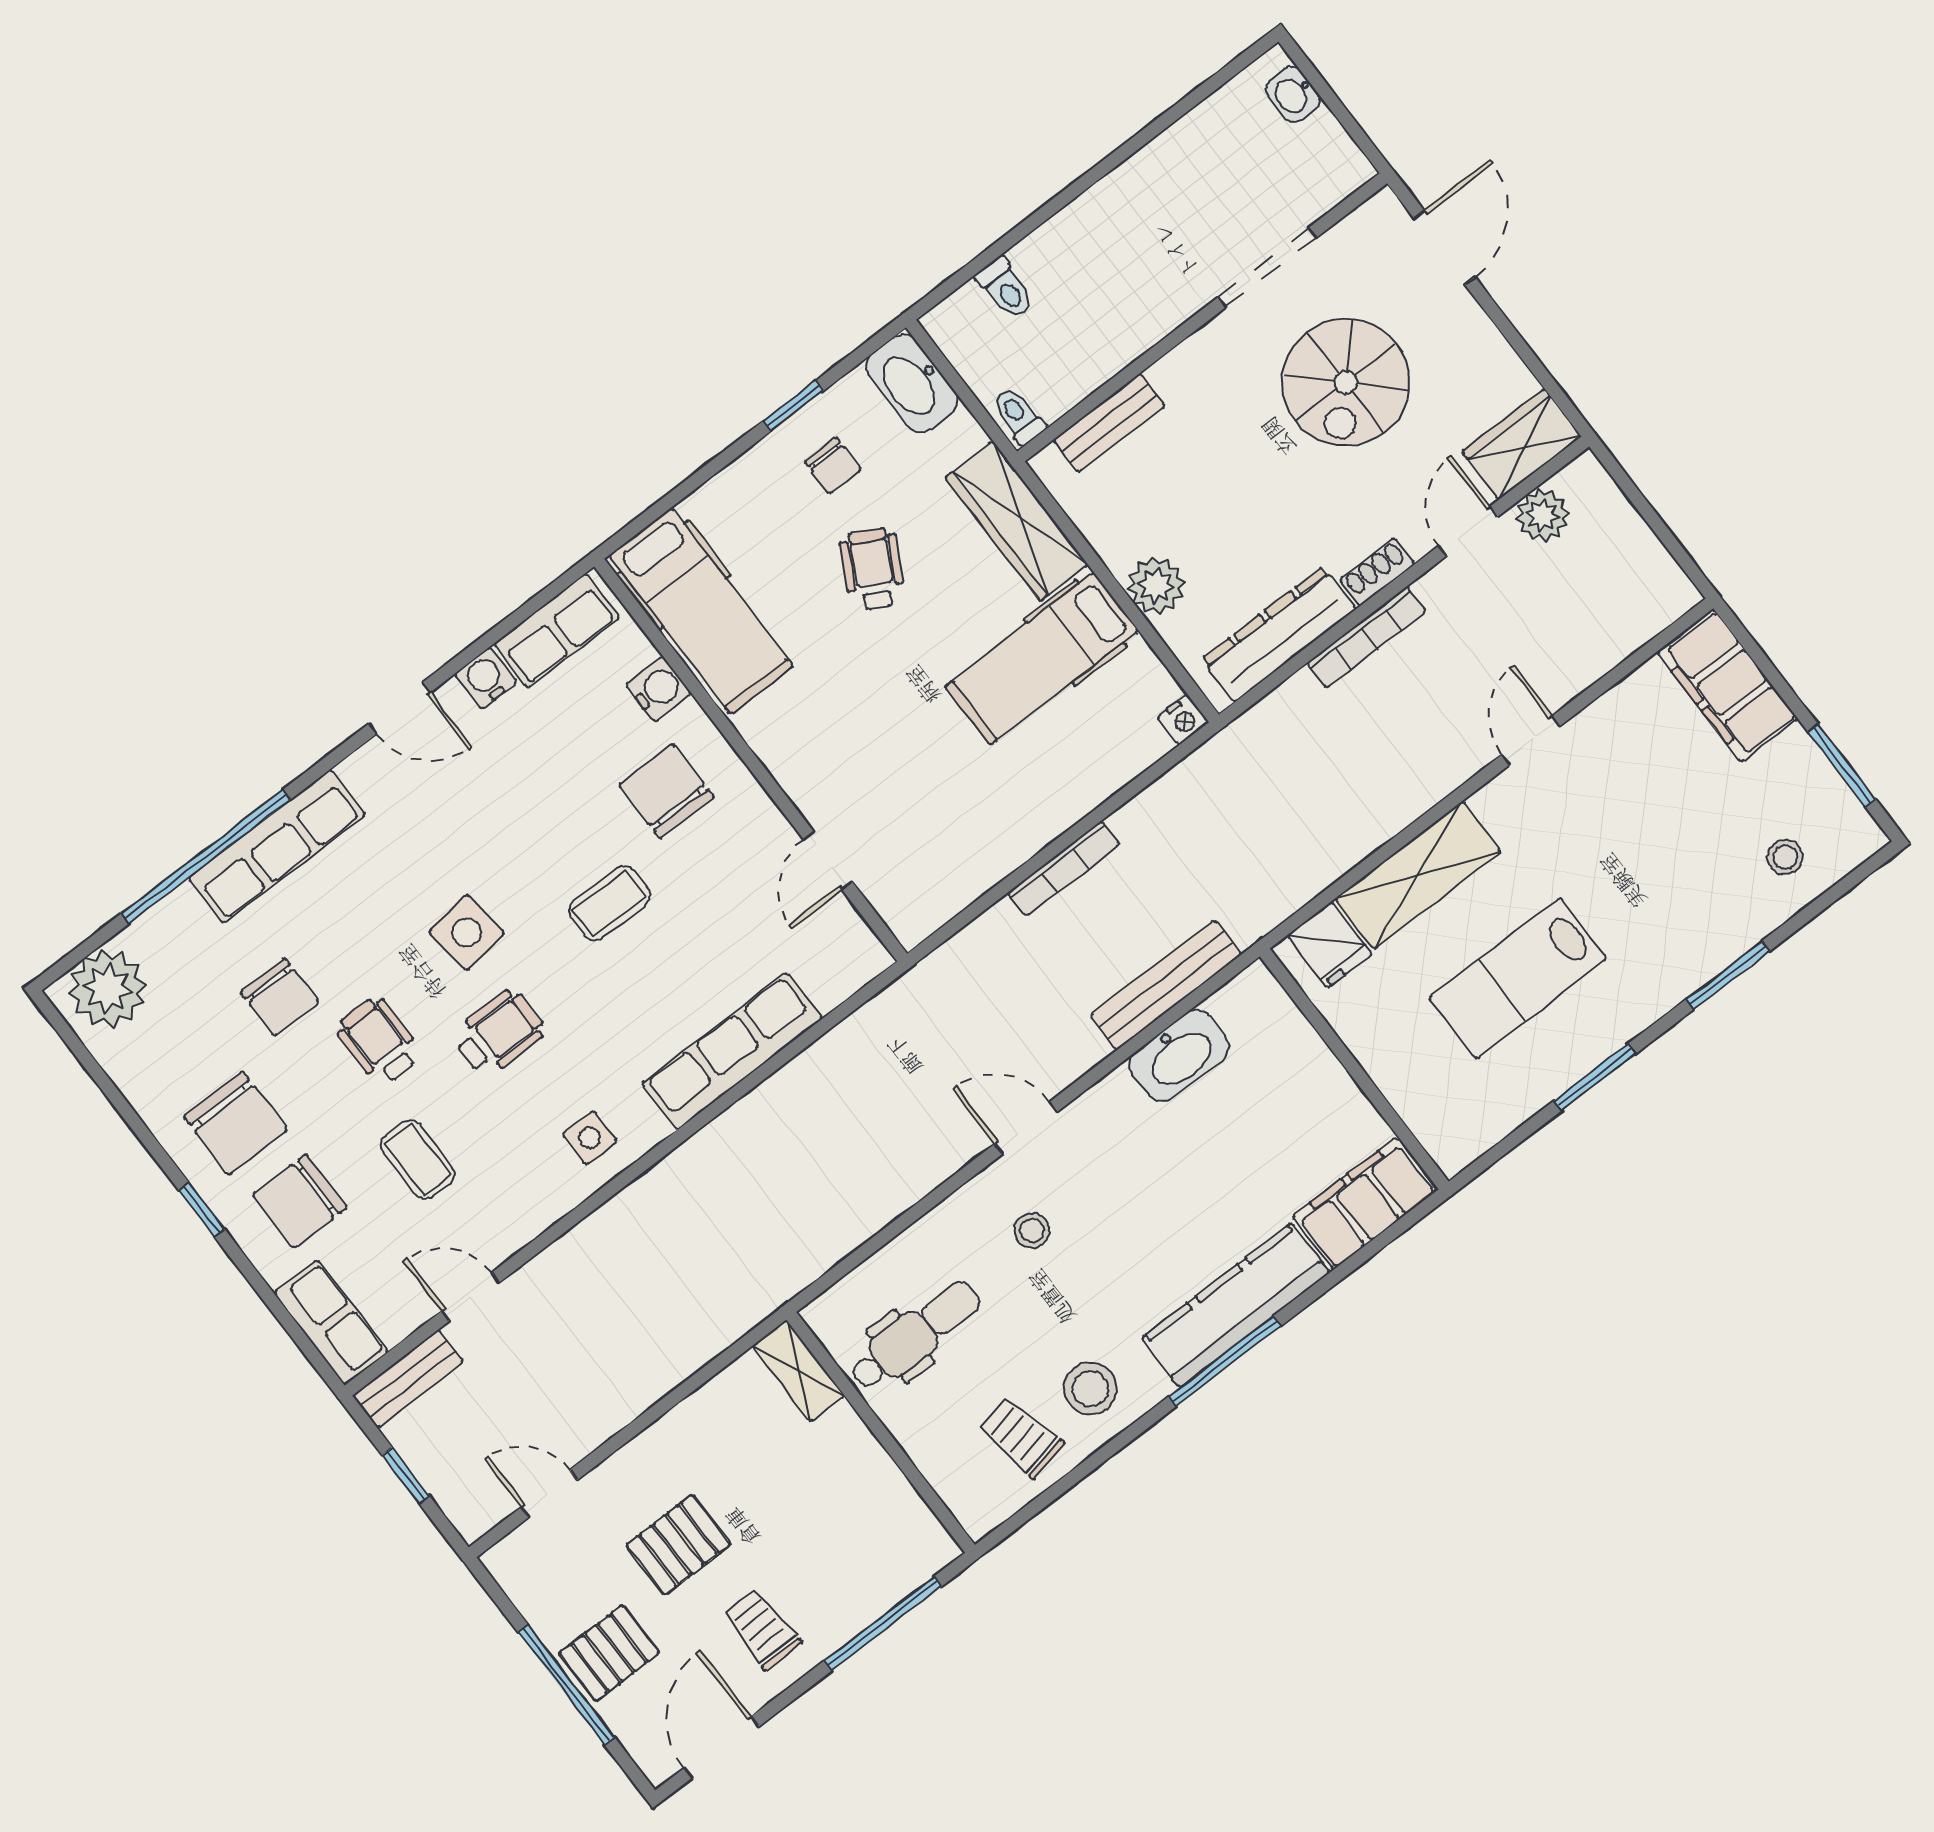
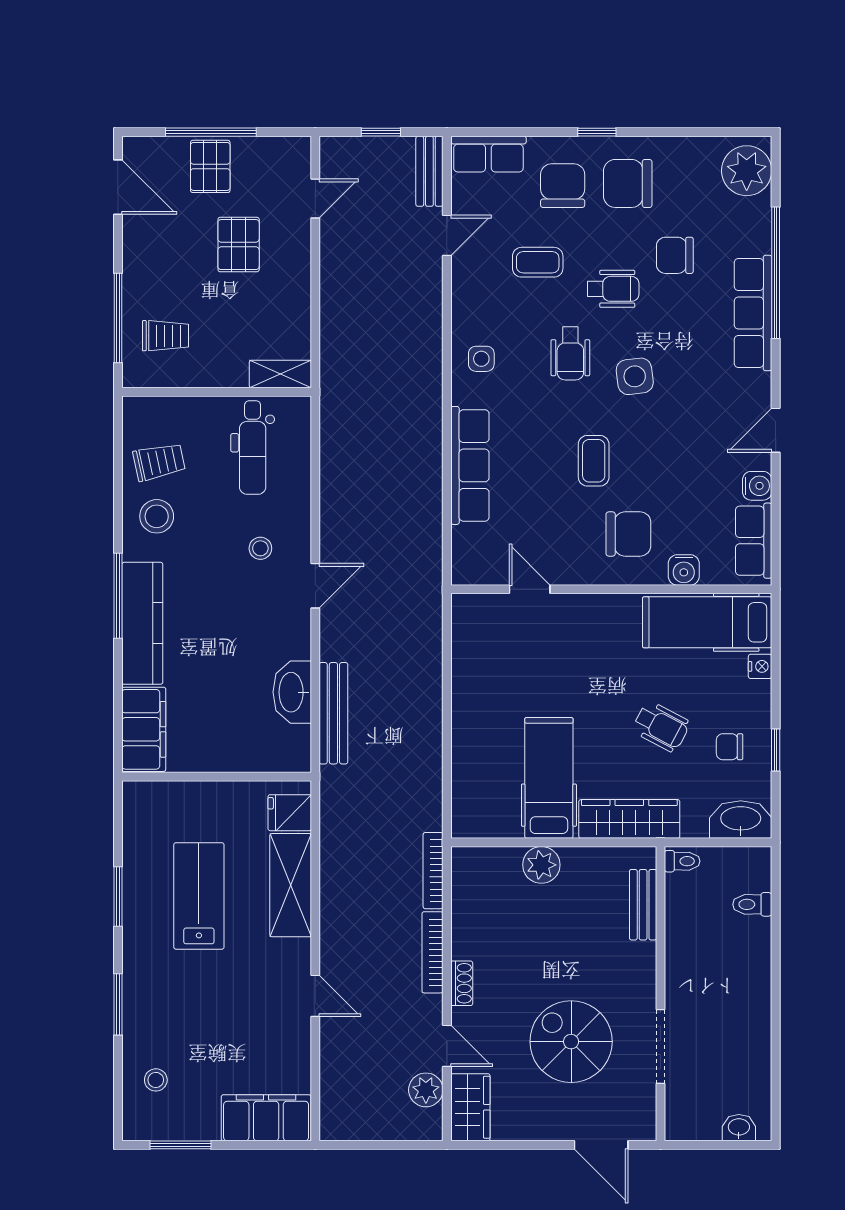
dresser: (1279, 634) -> (468, 909), removed
nightstand: (1183, 720) -> (760, 666), moved, turned 180
bookcase: (1064, 869) -> (433, 871), moved
trolley: (762, 1629) -> (166, 336), moved

